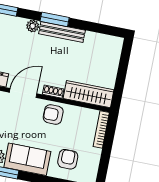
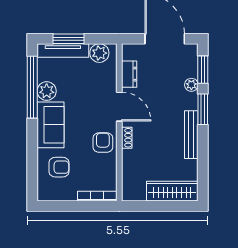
window: (55, 19) -> (203, 109), moved
plant: (33, 26) -> (191, 85), moved
wardrobe: (89, 94) -> (172, 191), moved, turned -90

